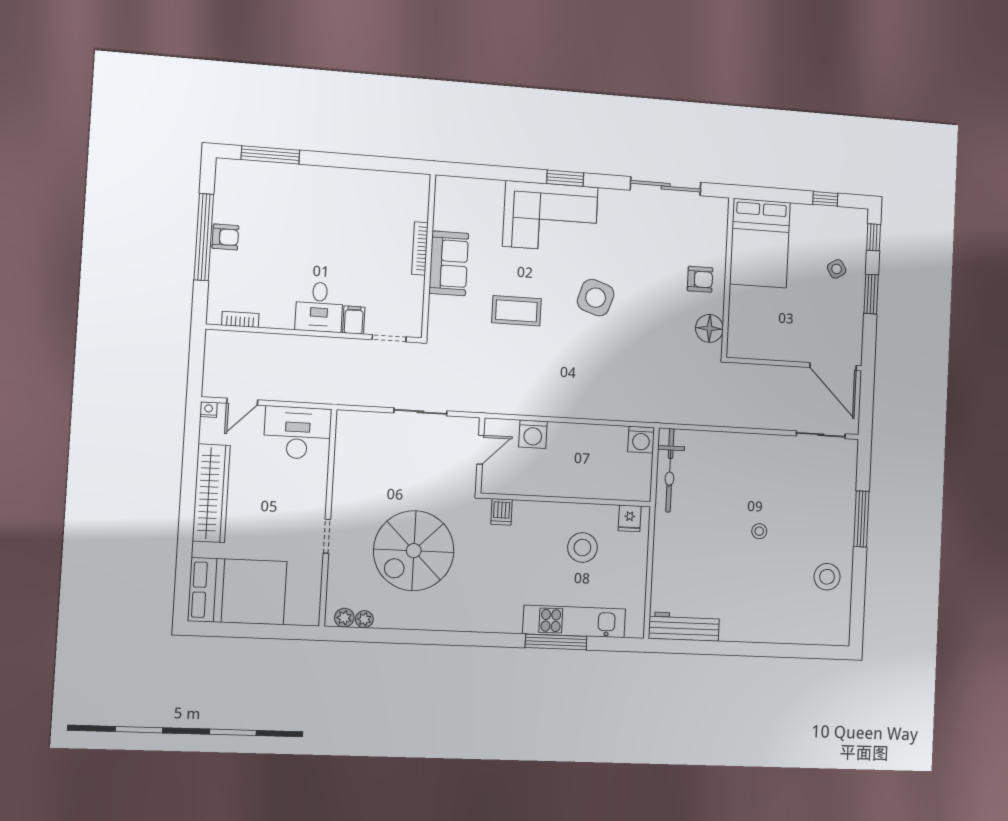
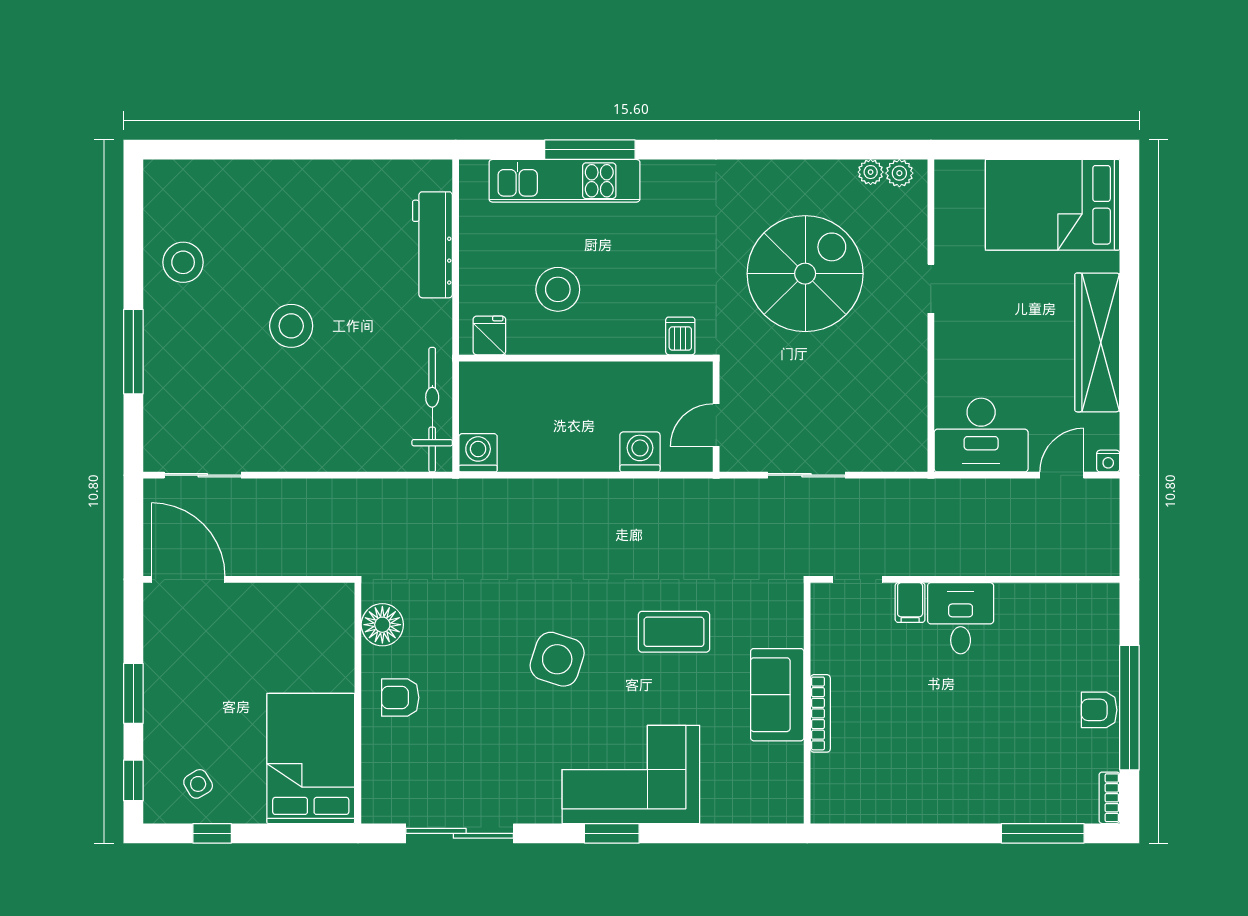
side table: (837, 269) -> (198, 784), moved
bookcase: (240, 319) -> (1109, 798), moved, turned 90
stool: (759, 531) -> (291, 326), width x1.89, depth x1.89
workbench: (684, 627) -> (432, 245), moved, turned 90

